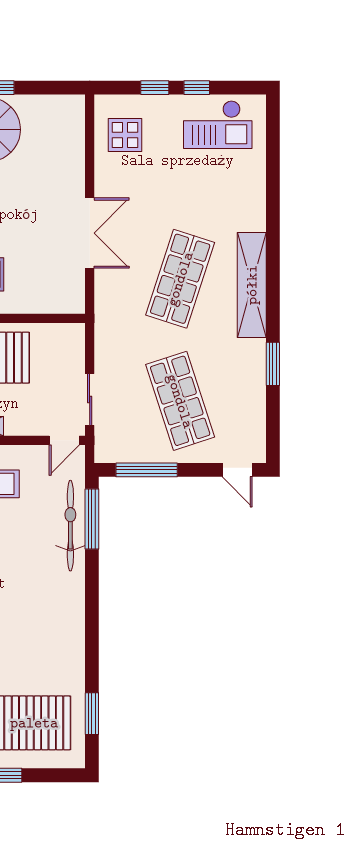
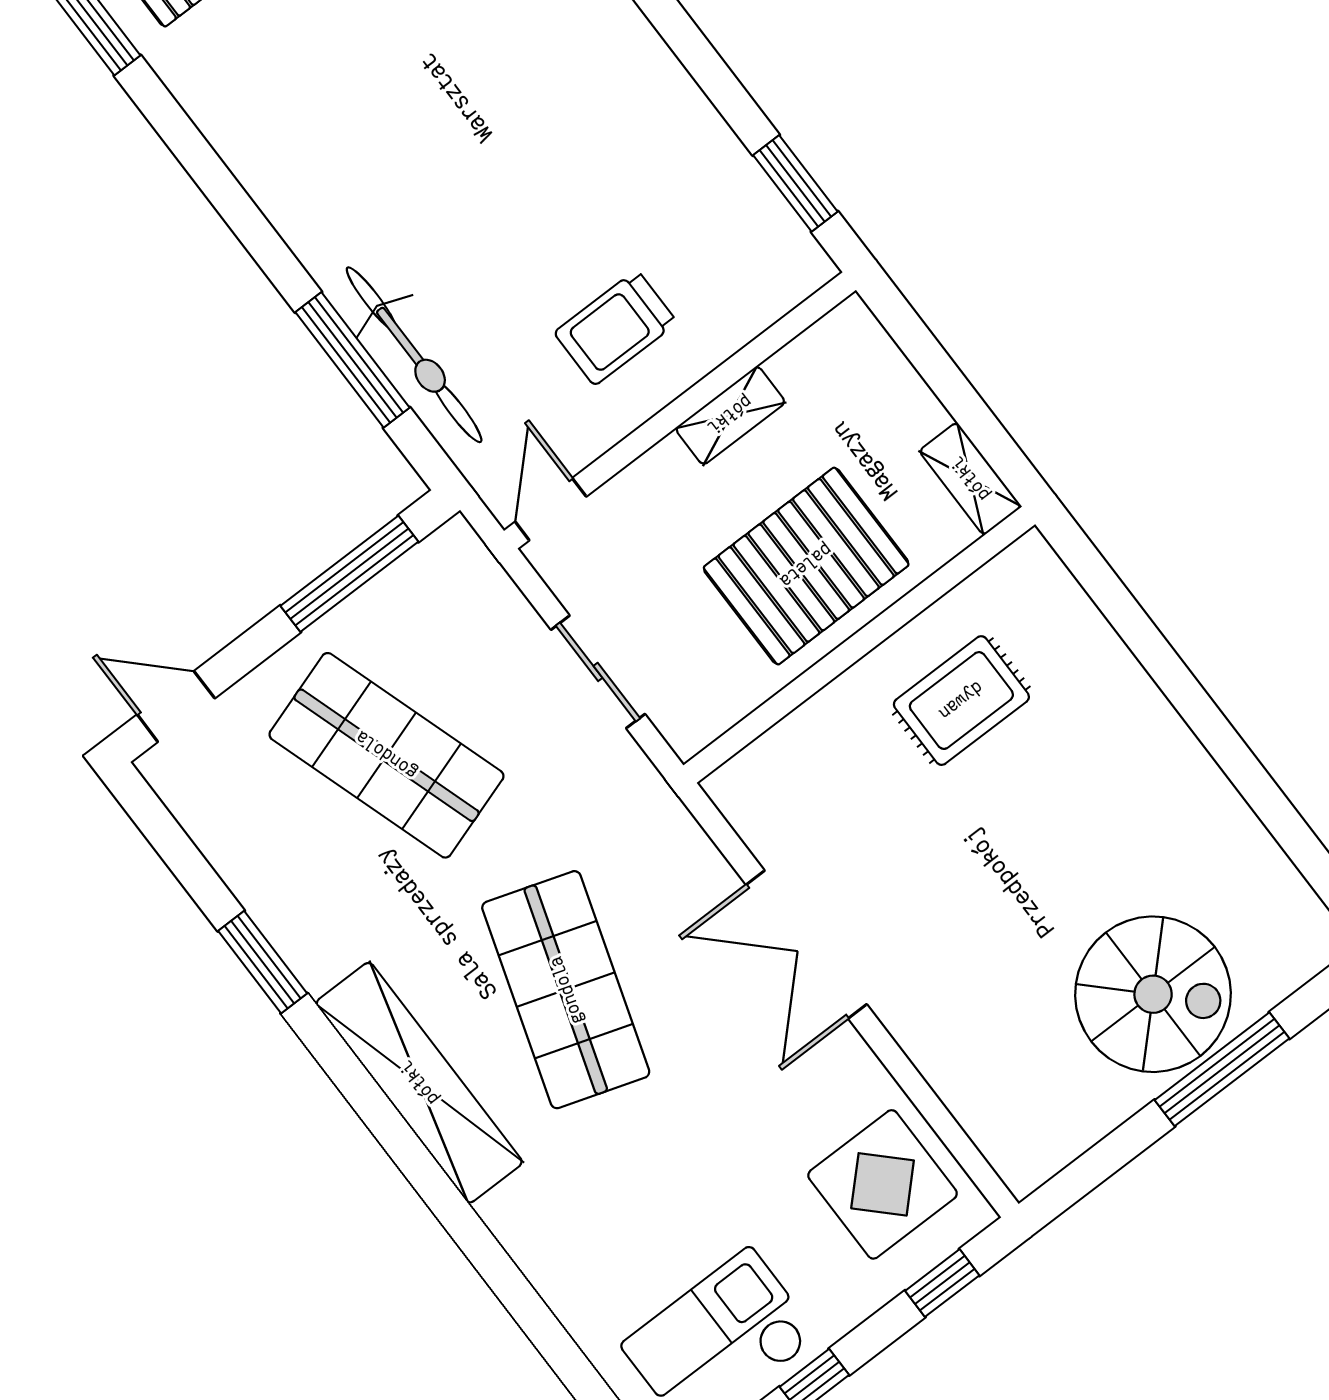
window: (155, 88) -> (942, 1283), moved
display table: (125, 135) -> (883, 1184), width x1.36, depth x1.36
sliding door: (90, 400) -> (598, 672), moved
window: (92, 519) -> (353, 360), moved

